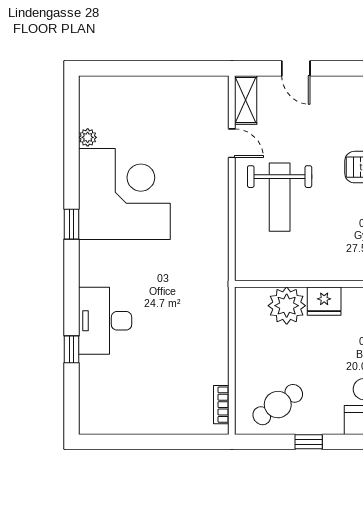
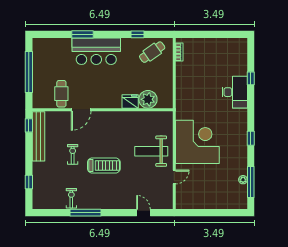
shelving: (246, 100) -> (168, 198), removed
window: (71, 133) -> (251, 182), added
door: (232, 143) -> (174, 177), swing flipped
corner desk: (124, 194) -> (197, 142), moved, turned 180
weight bench: (280, 197) -> (151, 151), turned -90

